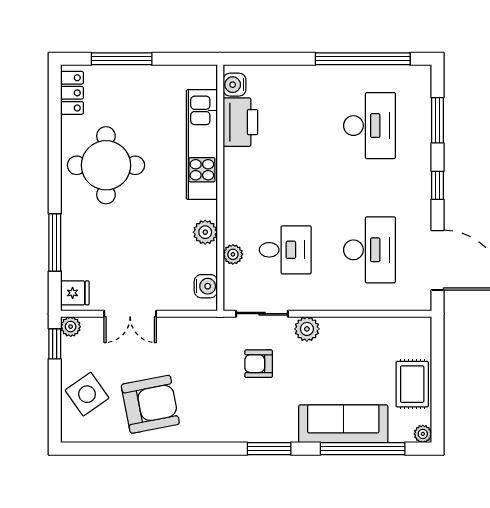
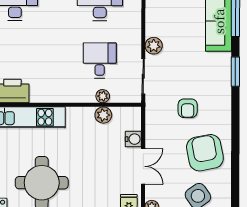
plant: (205, 232) -> (103, 115), moved
water cooler: (206, 286) -> (133, 139), moved, turned 90
armchair: (259, 364) -> (188, 108), moved

